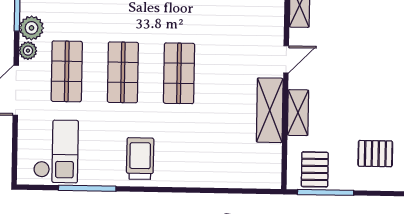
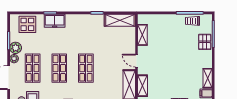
door: (286, 59) -> (137, 61), swing flipped

